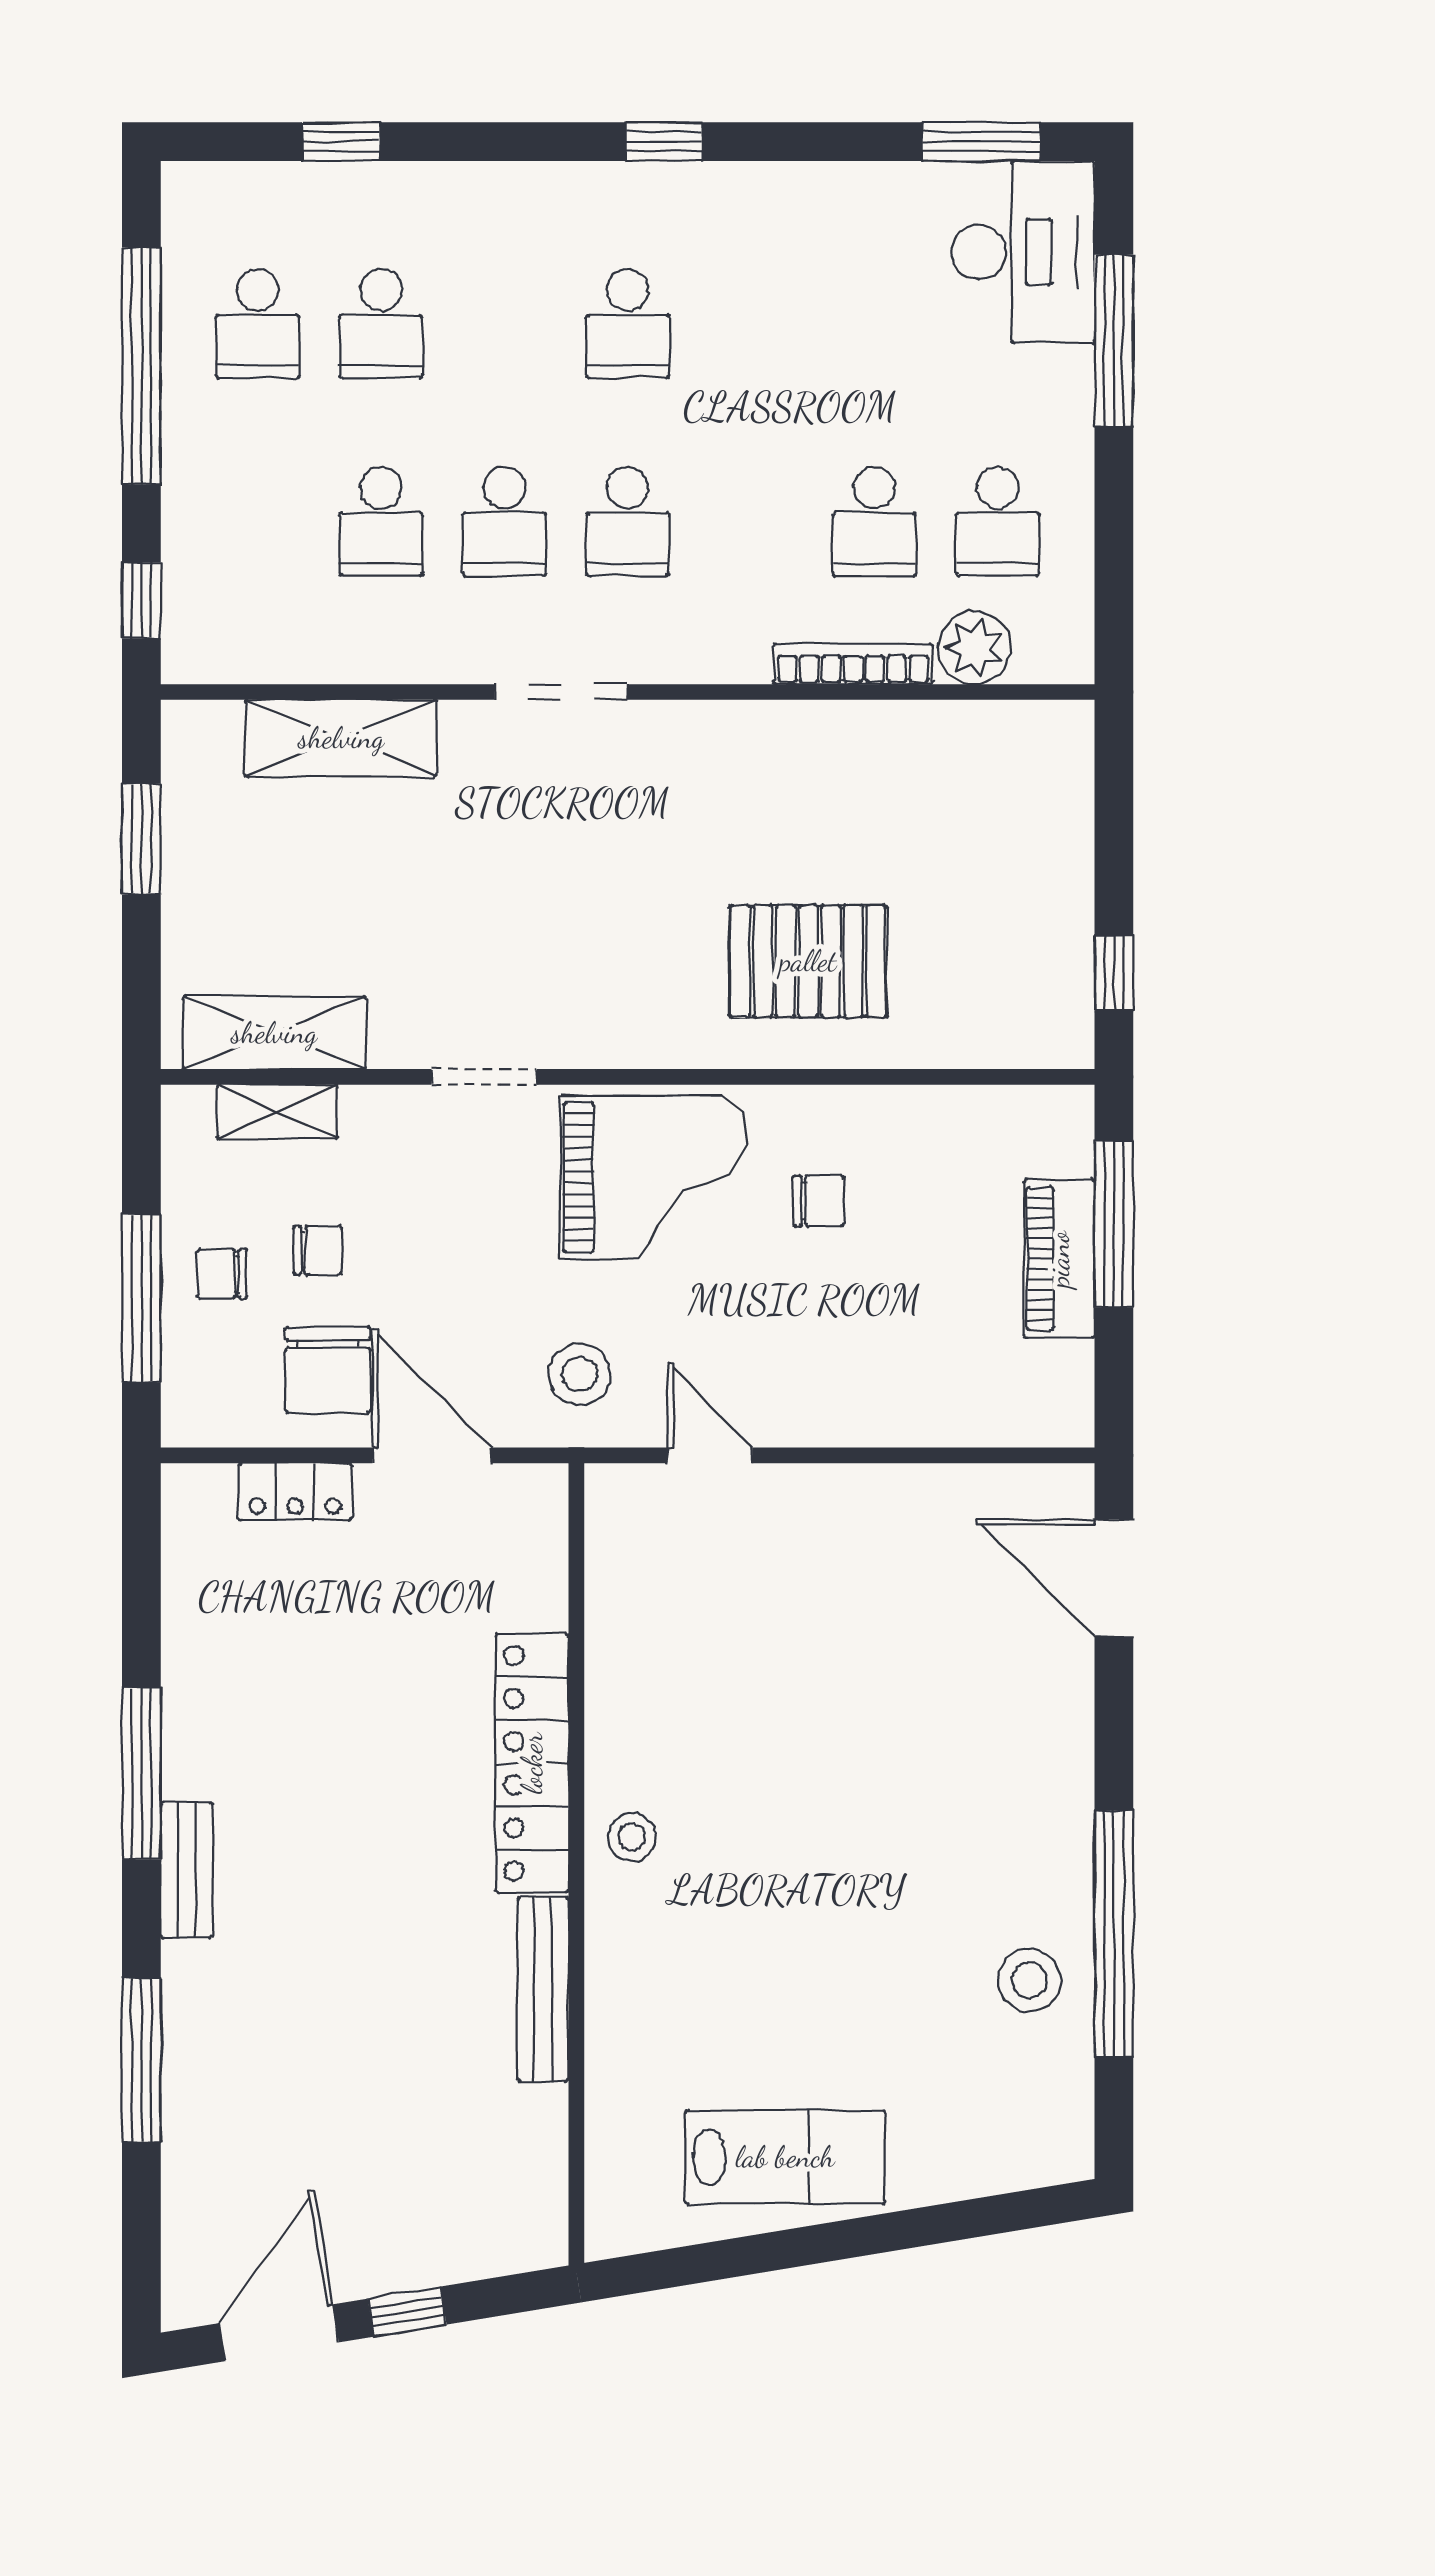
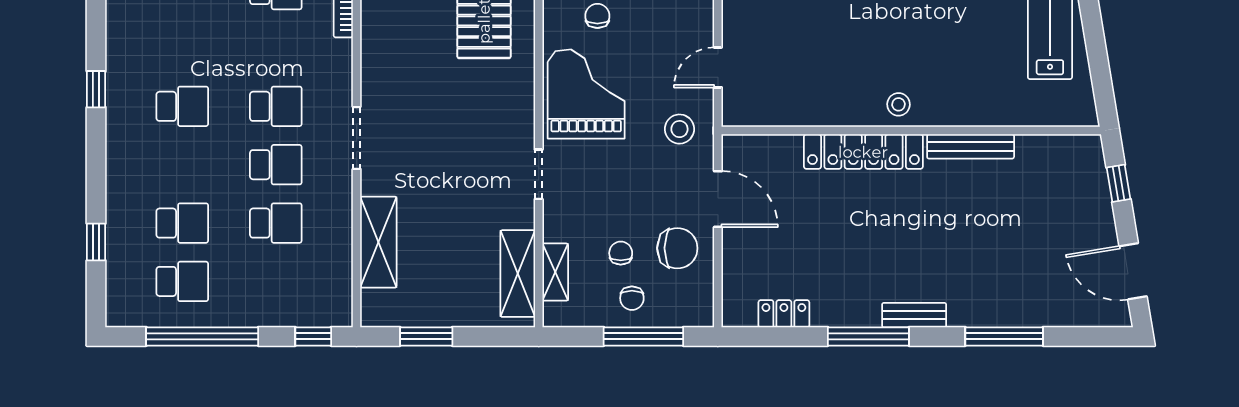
door: (432, 1455) -> (718, 199), swing flipped
locker: (295, 1492) -> (784, 314), moved, turned -90
window: (407, 2312) -> (1119, 183), moved

